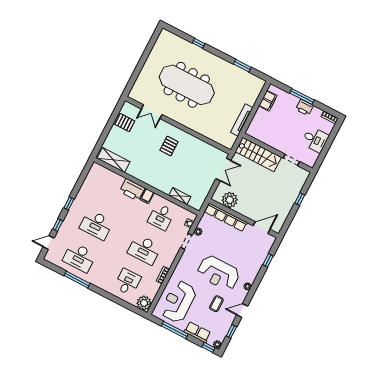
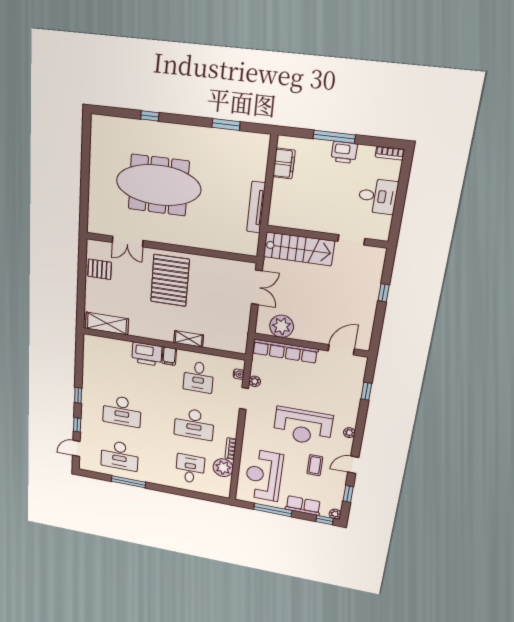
pallet: (169, 146) -> (170, 280), width x2.05, depth x2.00
shelving: (180, 196) -> (189, 339), moved
plant: (144, 303) -> (223, 468), moved

